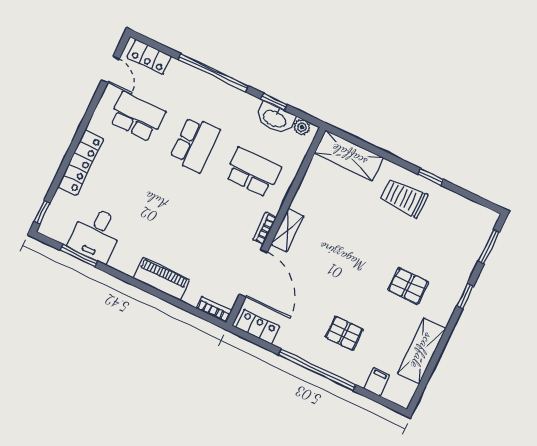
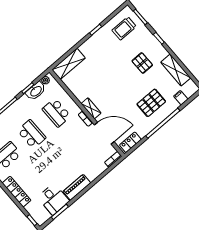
school desk: (253, 172) -> (57, 113), turned -90
trolley: (404, 198) -> (124, 28), moved
piano: (161, 279) -> (77, 187), moved
pallet: (408, 286) -> (142, 63), turned 90
pallet: (344, 333) -> (151, 103), width x1.50, depth x1.42

